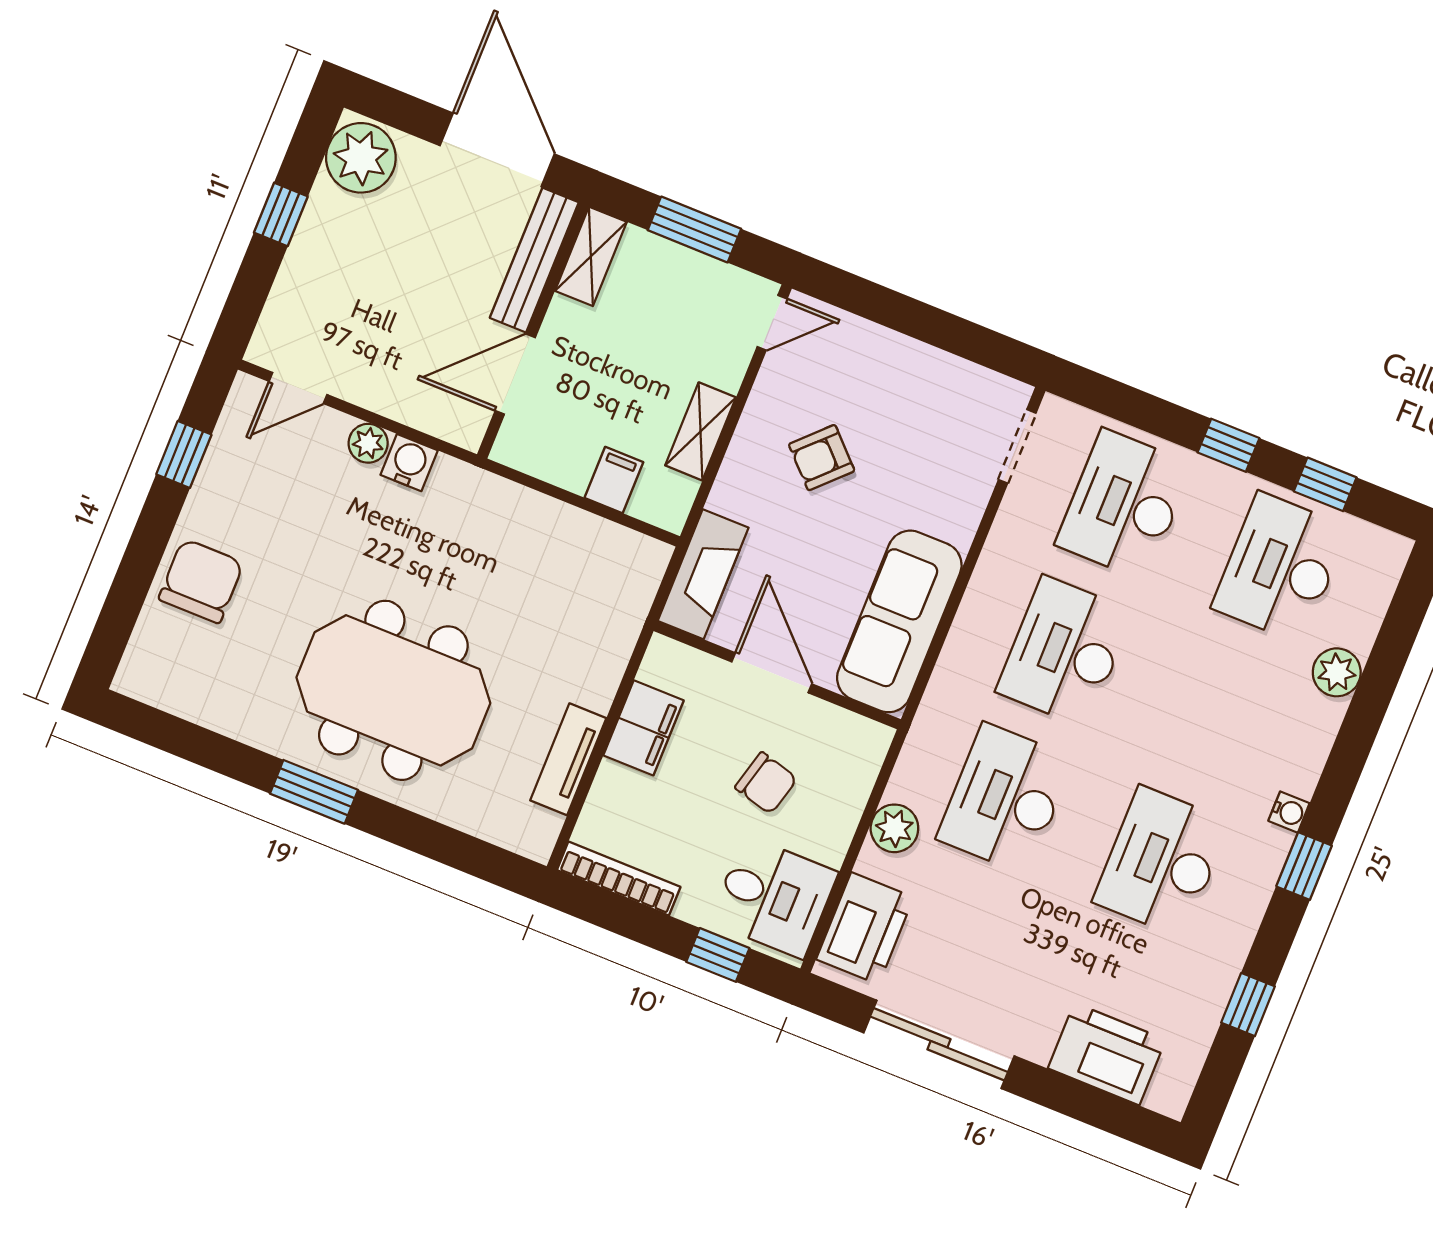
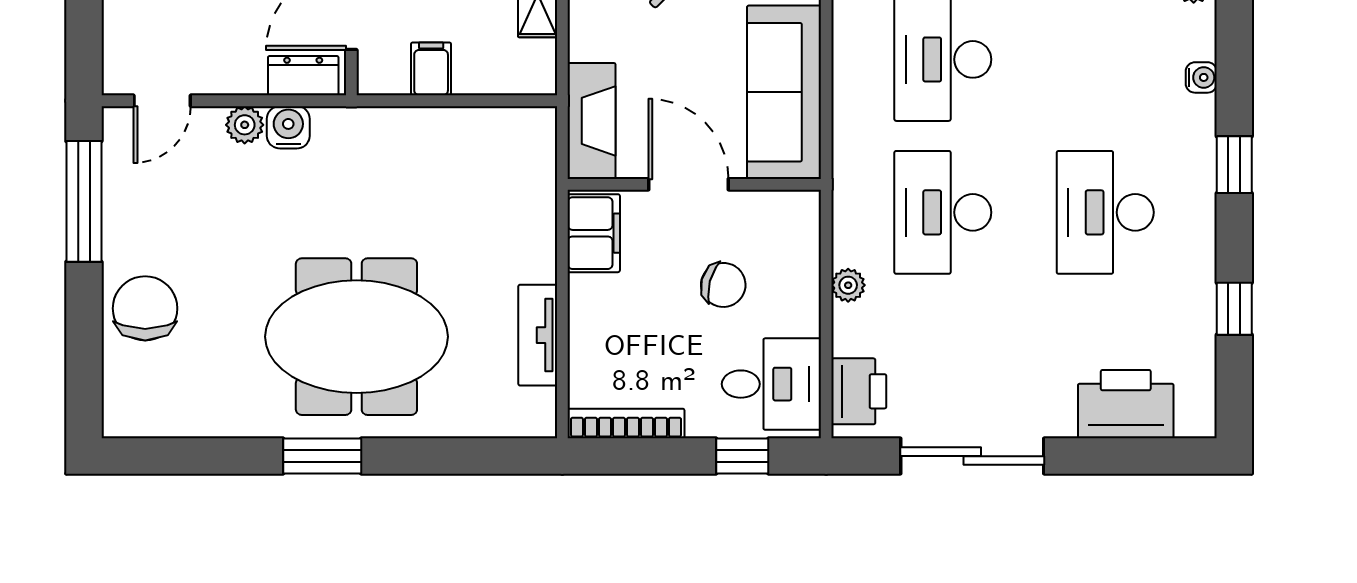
dresser: (443, 419) -> (303, 76), added
window: (184, 454) -> (84, 201), width x2.17
filing cabinet: (614, 480) -> (431, 69), moved
filing cabinet: (643, 728) -> (594, 233), moved
water cooler: (1289, 812) -> (1201, 77), moved
plant: (894, 828) -> (848, 285), width x0.73, depth x0.73
printer: (865, 928) -> (859, 391), width x0.73, depth x0.84

